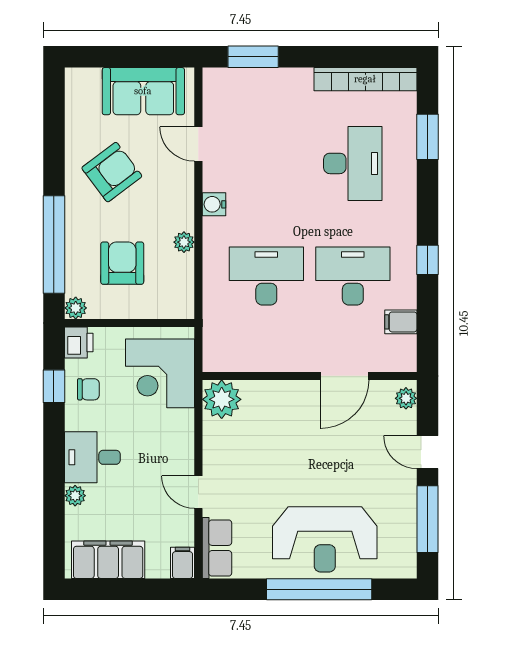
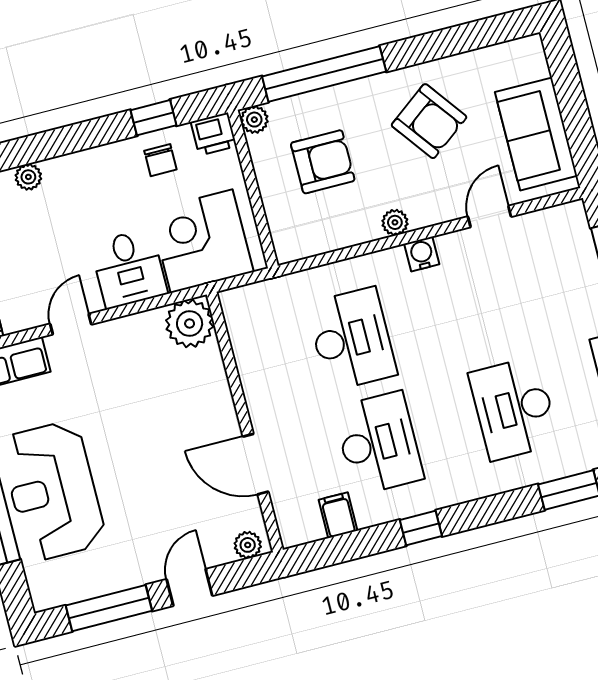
desk: (353, 163) -> (514, 408), turned 90
plant: (184, 242) -> (395, 222), moved
desk: (92, 457) -> (129, 269), moved, turned 180

